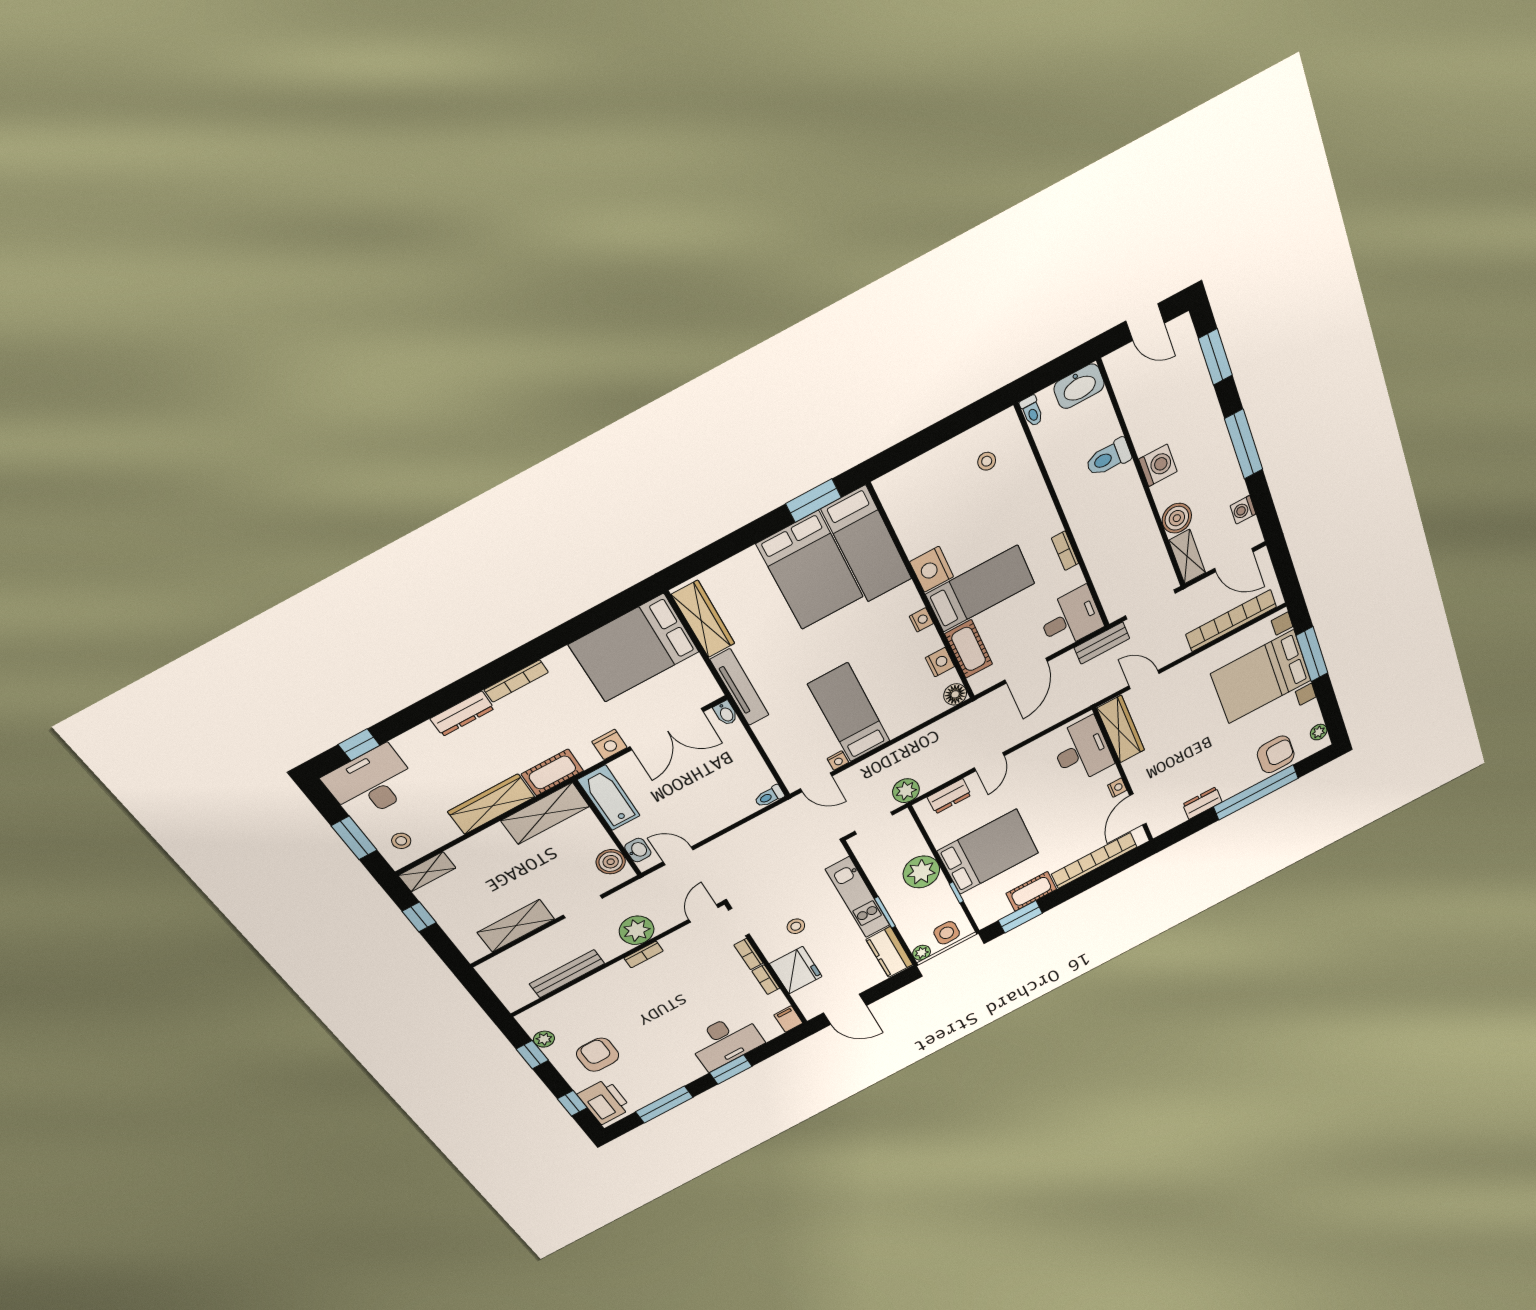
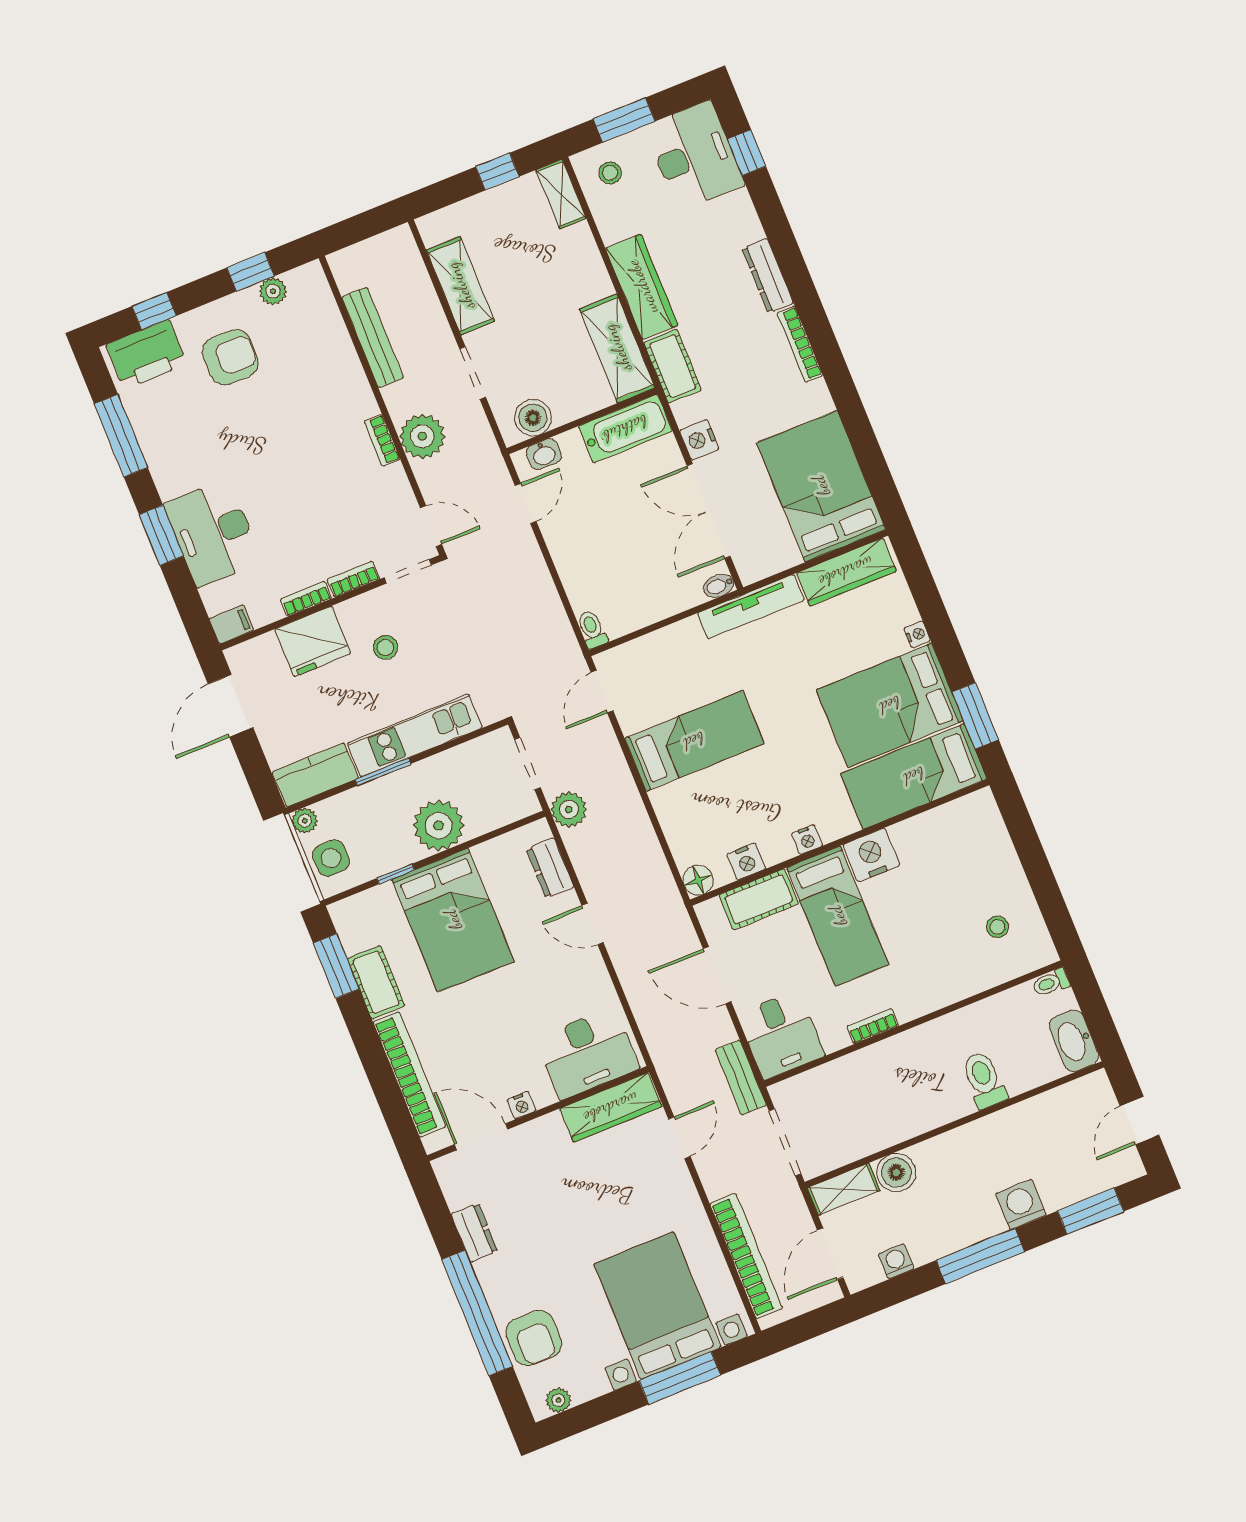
washing machine: (1158, 465) -> (1021, 1204), moved, turned 180
nightstand: (838, 760) -> (917, 634), moved, turned 180

